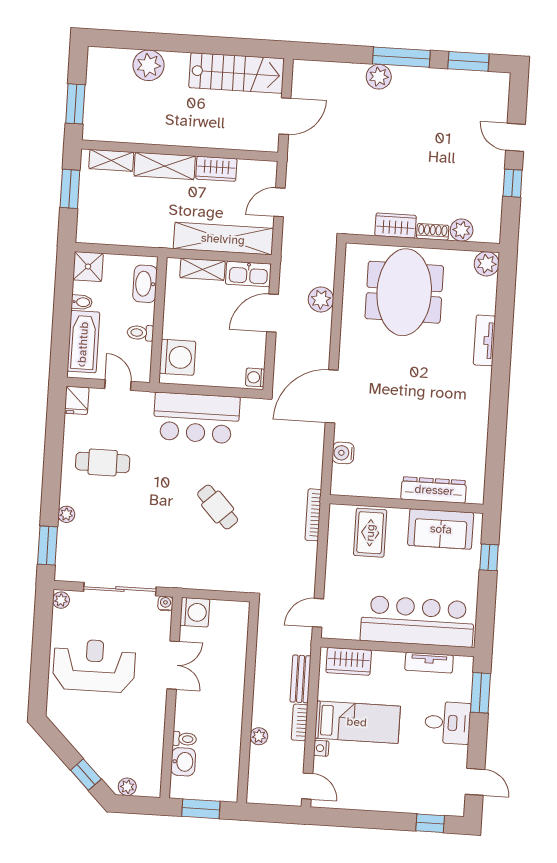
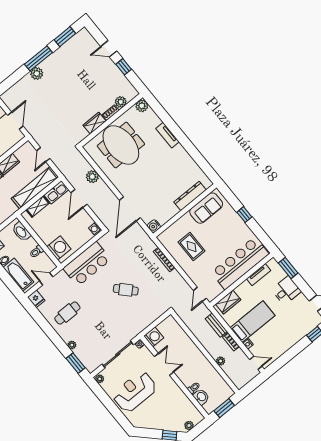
dresser: (434, 490) -> (190, 196), moved
wall: (406, 504) -> (185, 211), moved
sofa: (441, 529) -> (206, 208), moved

